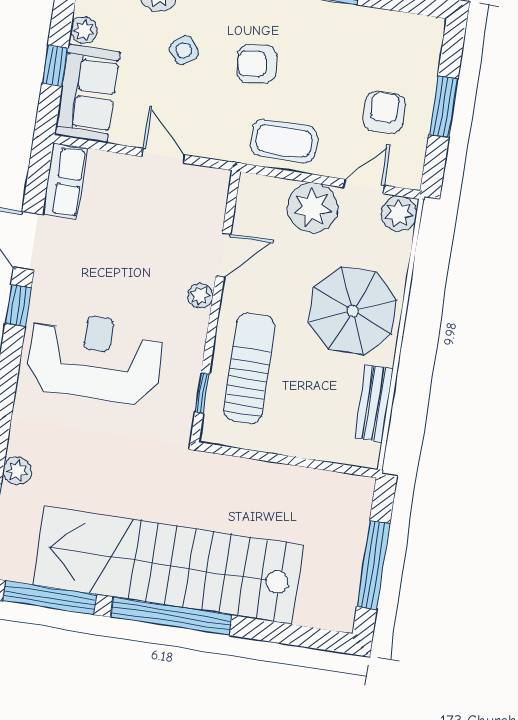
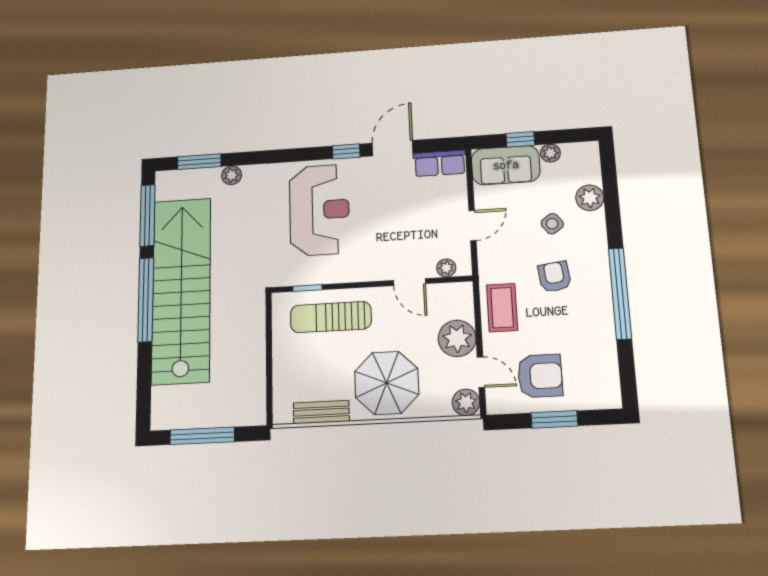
armchair: (384, 112) -> (540, 376), width x1.38, depth x1.38
plant: (200, 296) -> (446, 268), moved
sun lounger: (249, 368) -> (331, 317), turned 180

